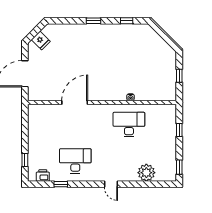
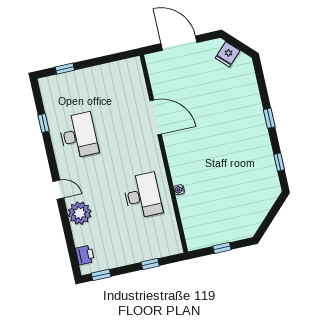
plant: (146, 173) -> (80, 213), moved
printer: (43, 175) -> (85, 255), moved
door: (111, 184) -> (58, 190), swing flipped

